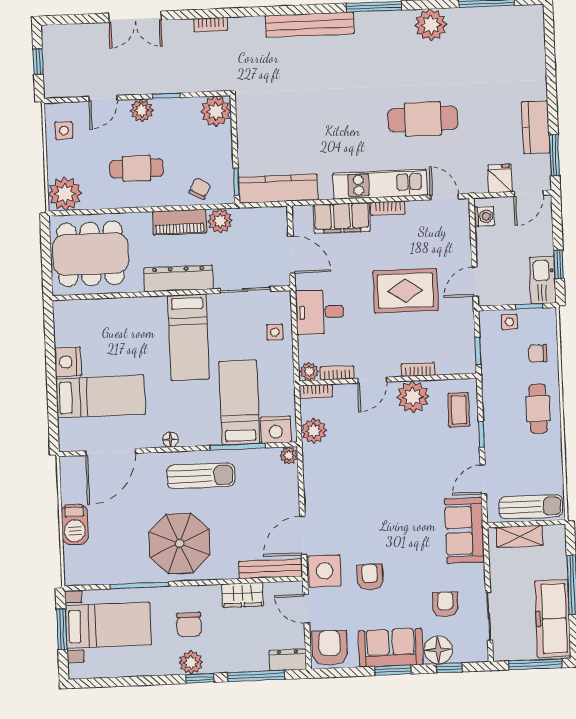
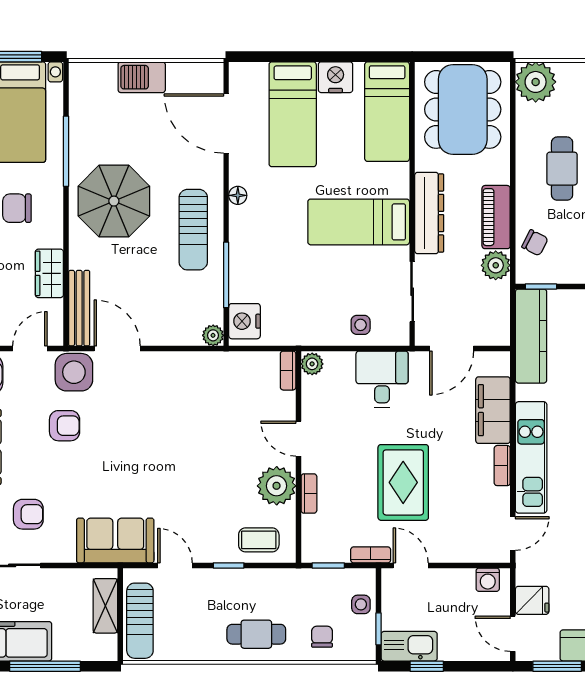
bookcase: (337, 373) -> (371, 555), moved, turned -90
bed: (239, 403) -> (387, 112), moved, turned 90
plant: (314, 431) -> (241, 366), removed

